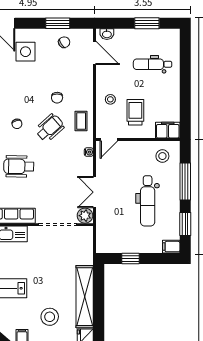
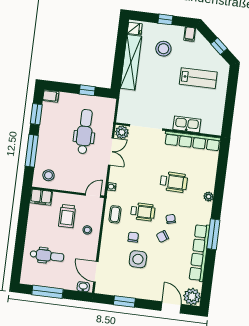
window: (147, 23) -> (47, 292), width x1.44
chair: (64, 42) -> (162, 236), moved
side table: (26, 52) -> (138, 259), moved
wheelchair: (50, 128) -> (143, 212), turned -138
dental chair: (148, 201) -> (85, 132), moved

